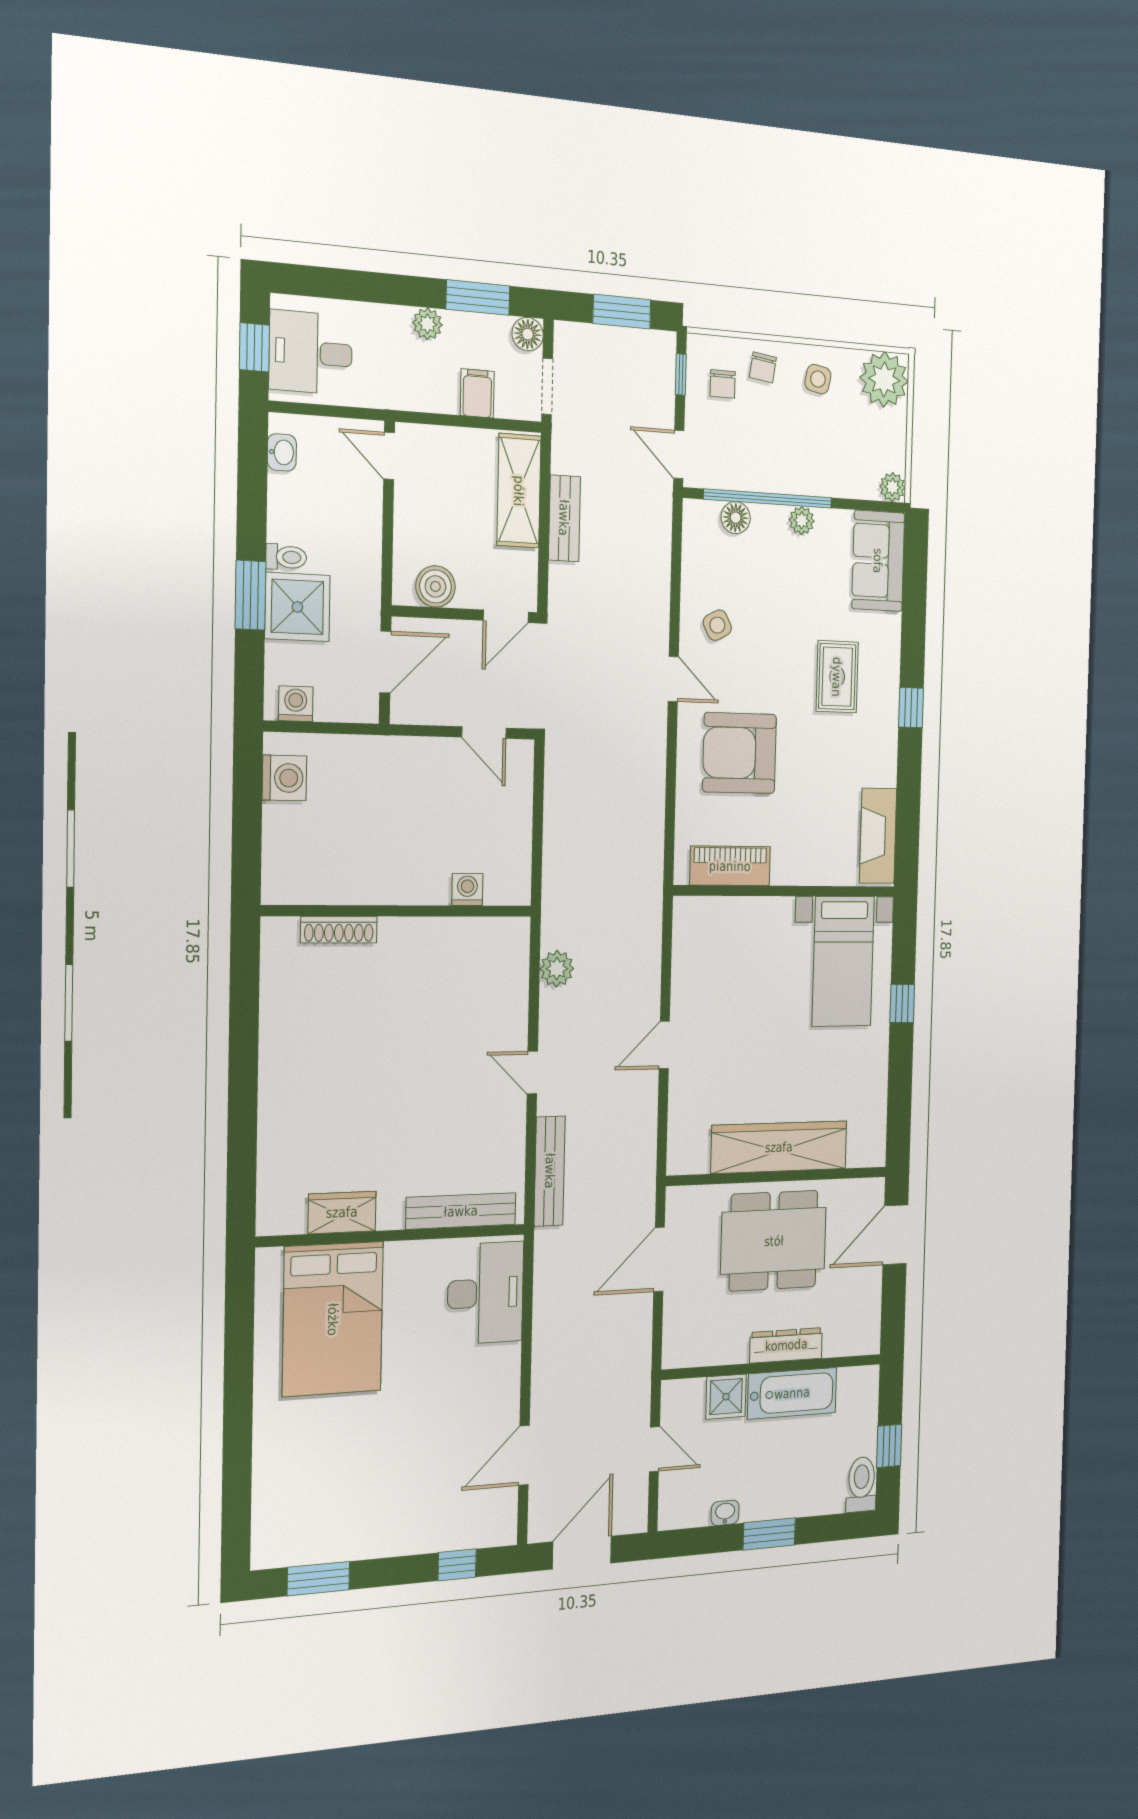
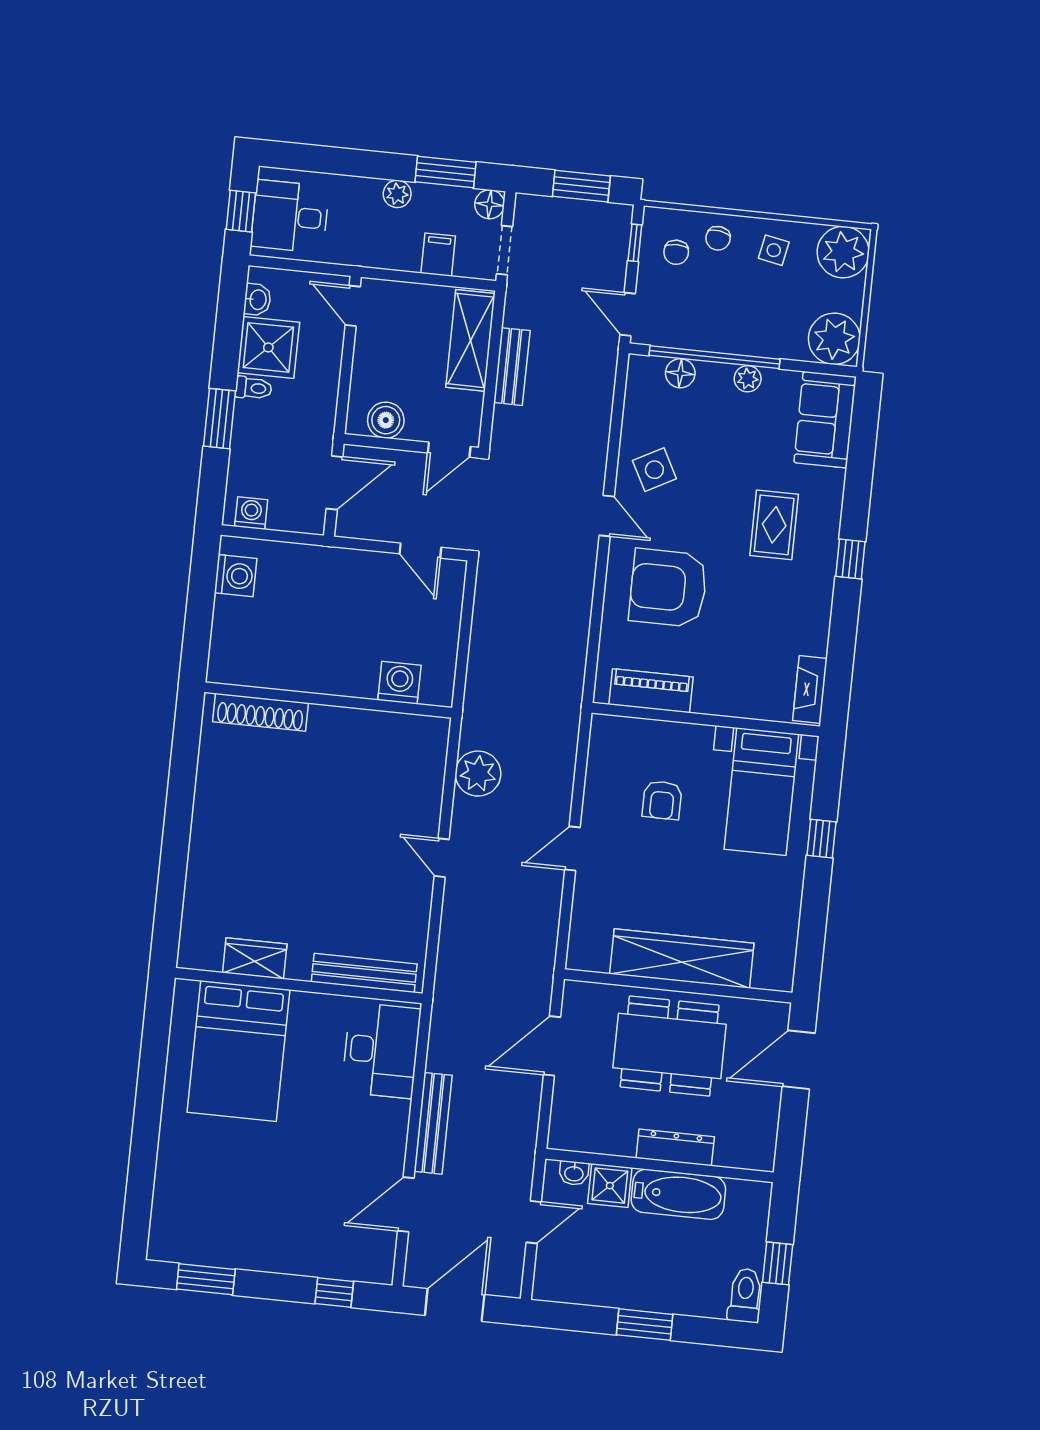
plant: (892, 487) -> (834, 339), width x1.88, depth x1.88
shower: (297, 607) -> (268, 347), moved
side table: (717, 625) -> (654, 470), width x1.37, depth x1.37
fireplace: (878, 836) -> (810, 689), width x0.73, depth x0.76
washing machine: (467, 889) -> (399, 683), width x1.38, depth x1.38
shoe rack: (339, 930) -> (260, 712), width x1.36, depth x1.24
plant: (557, 969) -> (478, 774), width x1.36, depth x1.36
armchair: (749, 982) -> (662, 800), added
bench: (550, 1171) -> (433, 1123), moved
door: (654, 1449) -> (534, 1222), hinge flipped
washbasin: (725, 1513) -> (574, 1173), moved, turned 180

